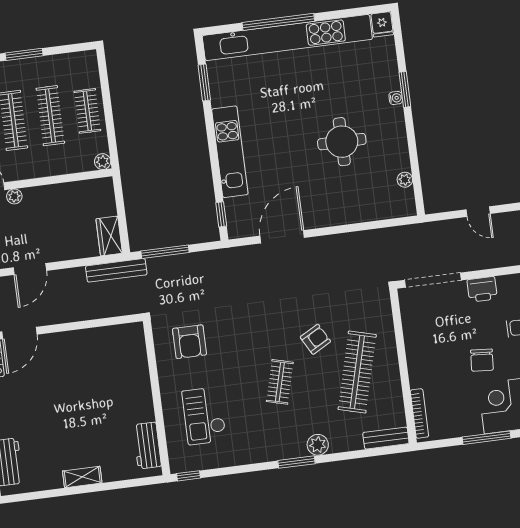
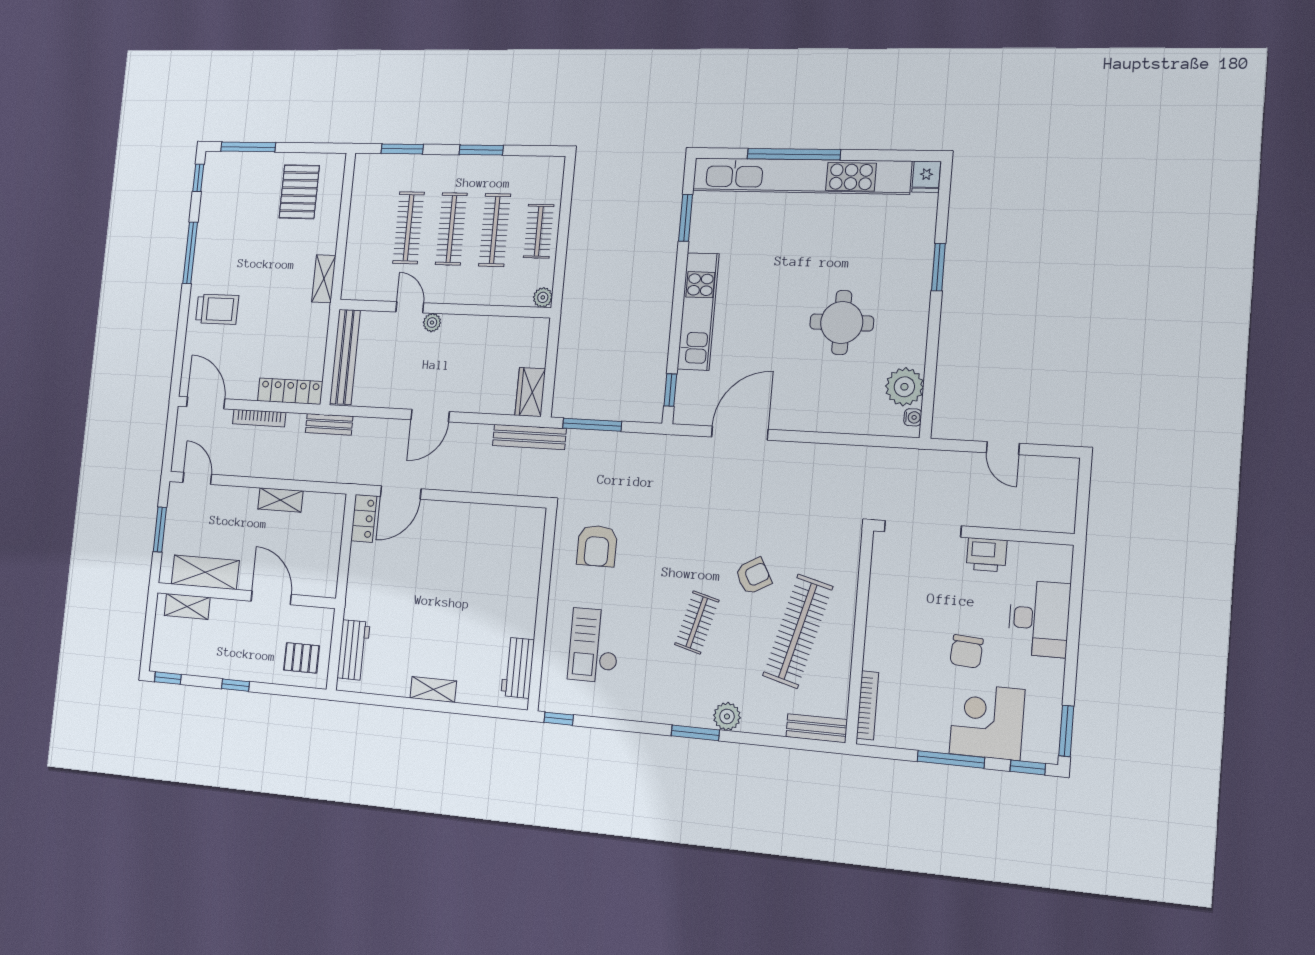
water cooler: (396, 98) -> (913, 417), moved
plant: (405, 180) -> (904, 387), width x1.87, depth x1.87

